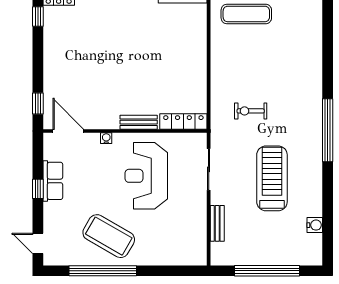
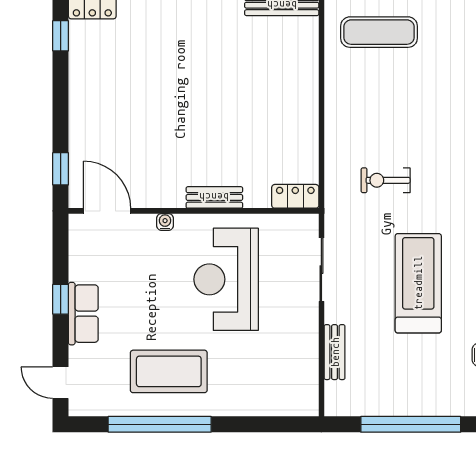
locker: (183, 121) -> (295, 196), width x0.66
row of seats: (53, 181) -> (83, 314), moved
coffee table: (109, 236) -> (169, 371), turned -30

